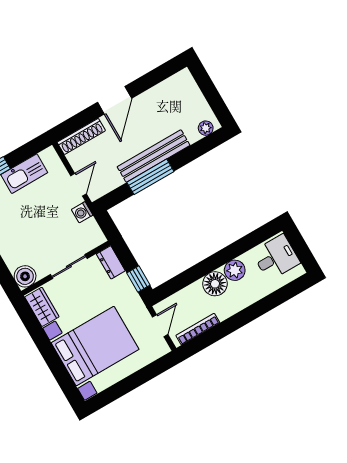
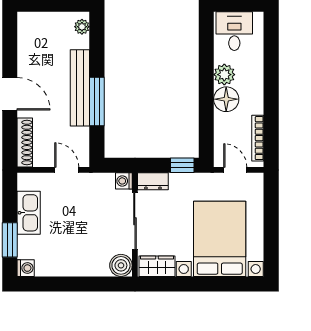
washing machine: (82, 212) -> (124, 181), moved, turned 90
sliding door: (69, 267) -> (135, 221), width x1.37

